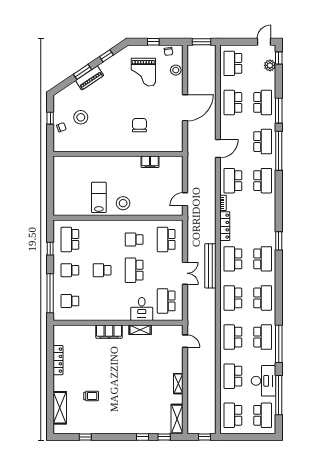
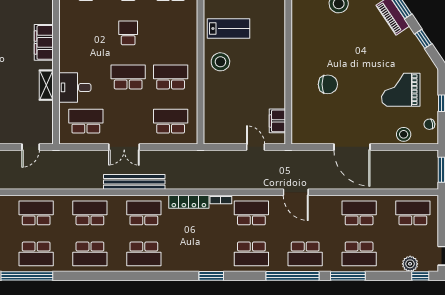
filing cabinet: (150, 162) -> (277, 121), moved
door: (185, 199) -> (256, 147), moved
school desk: (134, 239) -> (171, 77), width x1.85
window: (279, 241) -> (211, 276), moved

